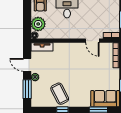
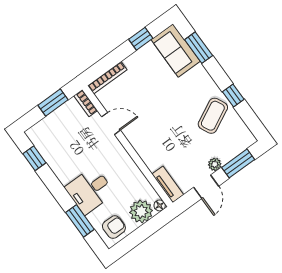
door: (92, 41) -> (111, 123), hinge flipped

